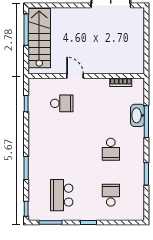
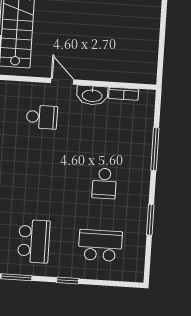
washbasin: (137, 115) -> (92, 95), moved, turned -90
school desk: (62, 195) -> (34, 241), turned 180
school desk: (111, 195) -> (100, 245), width x1.85

